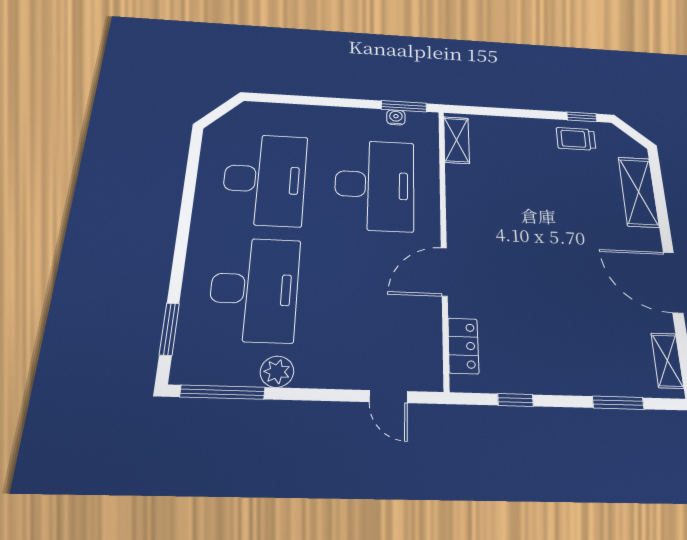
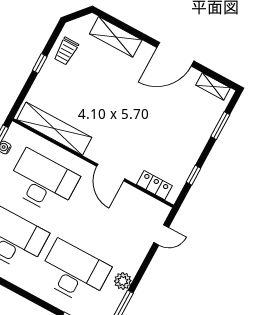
window: (582, 117) -> (40, 63), moved
shelving: (457, 140) -> (54, 129), width x2.20, depth x1.33

